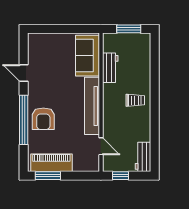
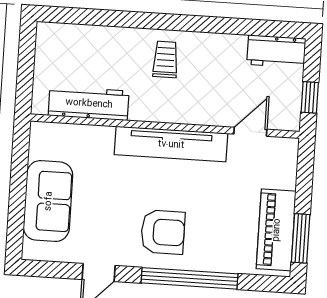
window: (129, 29) -> (26, 63), removed
sofa: (88, 56) -> (48, 201), moved, turned -90
workbench: (110, 68) -> (89, 103), width x1.38
armchair: (43, 119) -> (163, 232), moved

